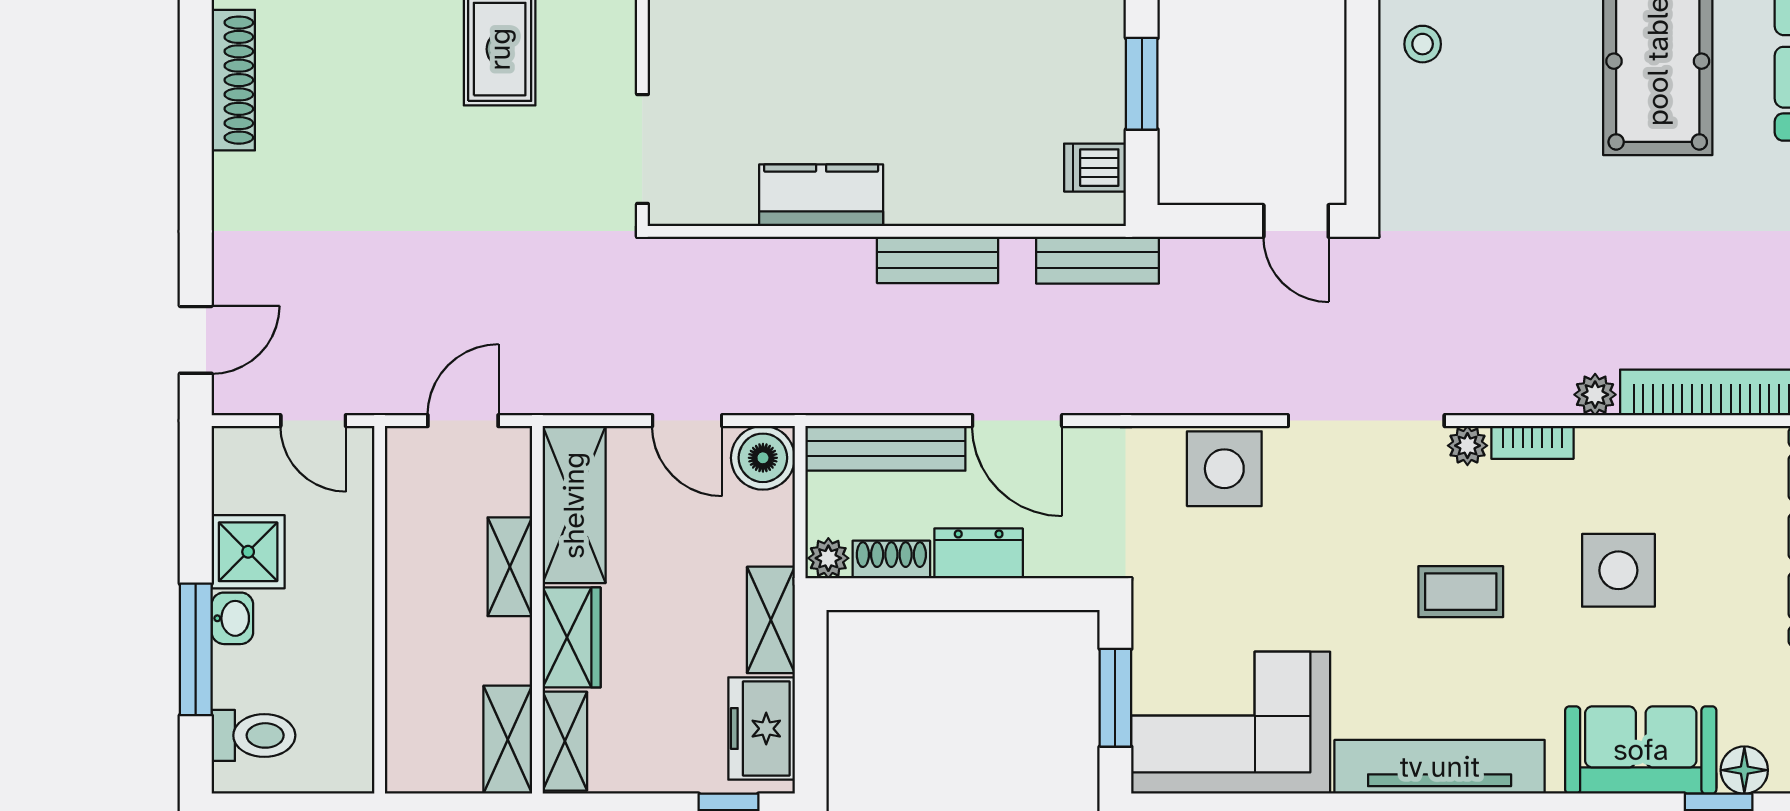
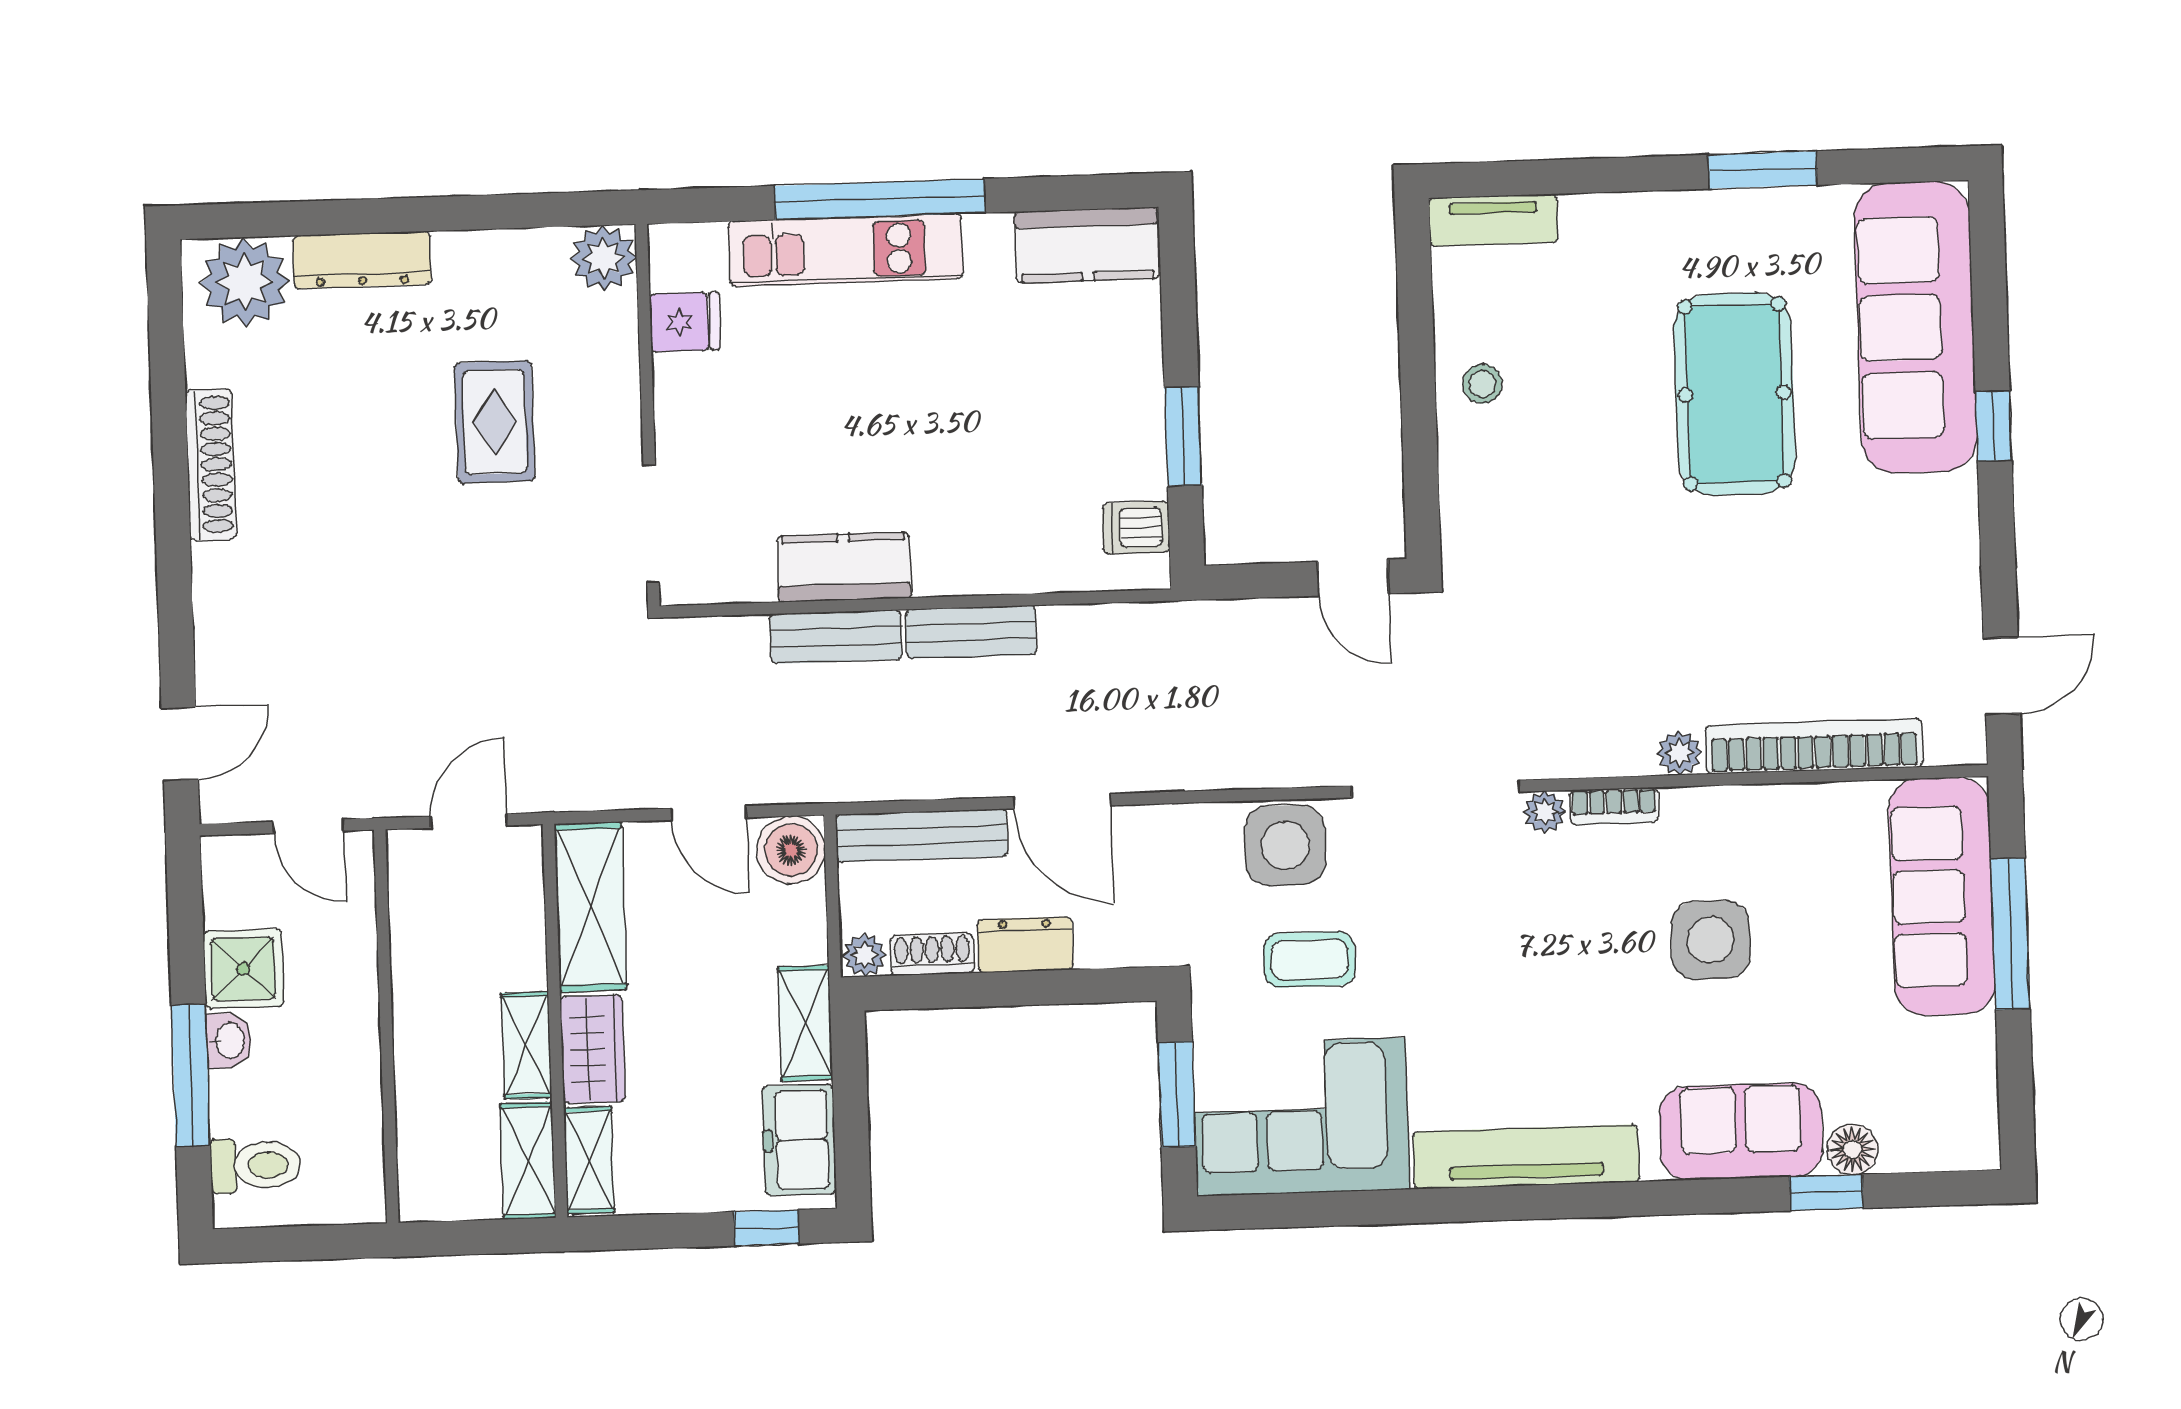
bench: (1098, 260) -> (836, 637), moved
shelving: (510, 567) -> (526, 1045), moved
coffee table: (1461, 592) -> (1309, 960), moved

